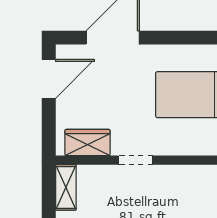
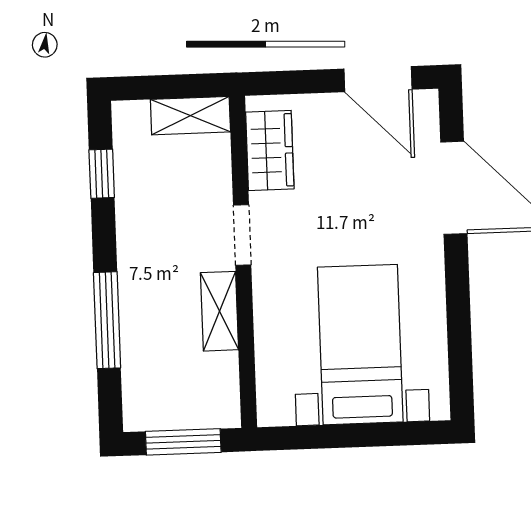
shelving: (179, 175) -> (219, 311), added

